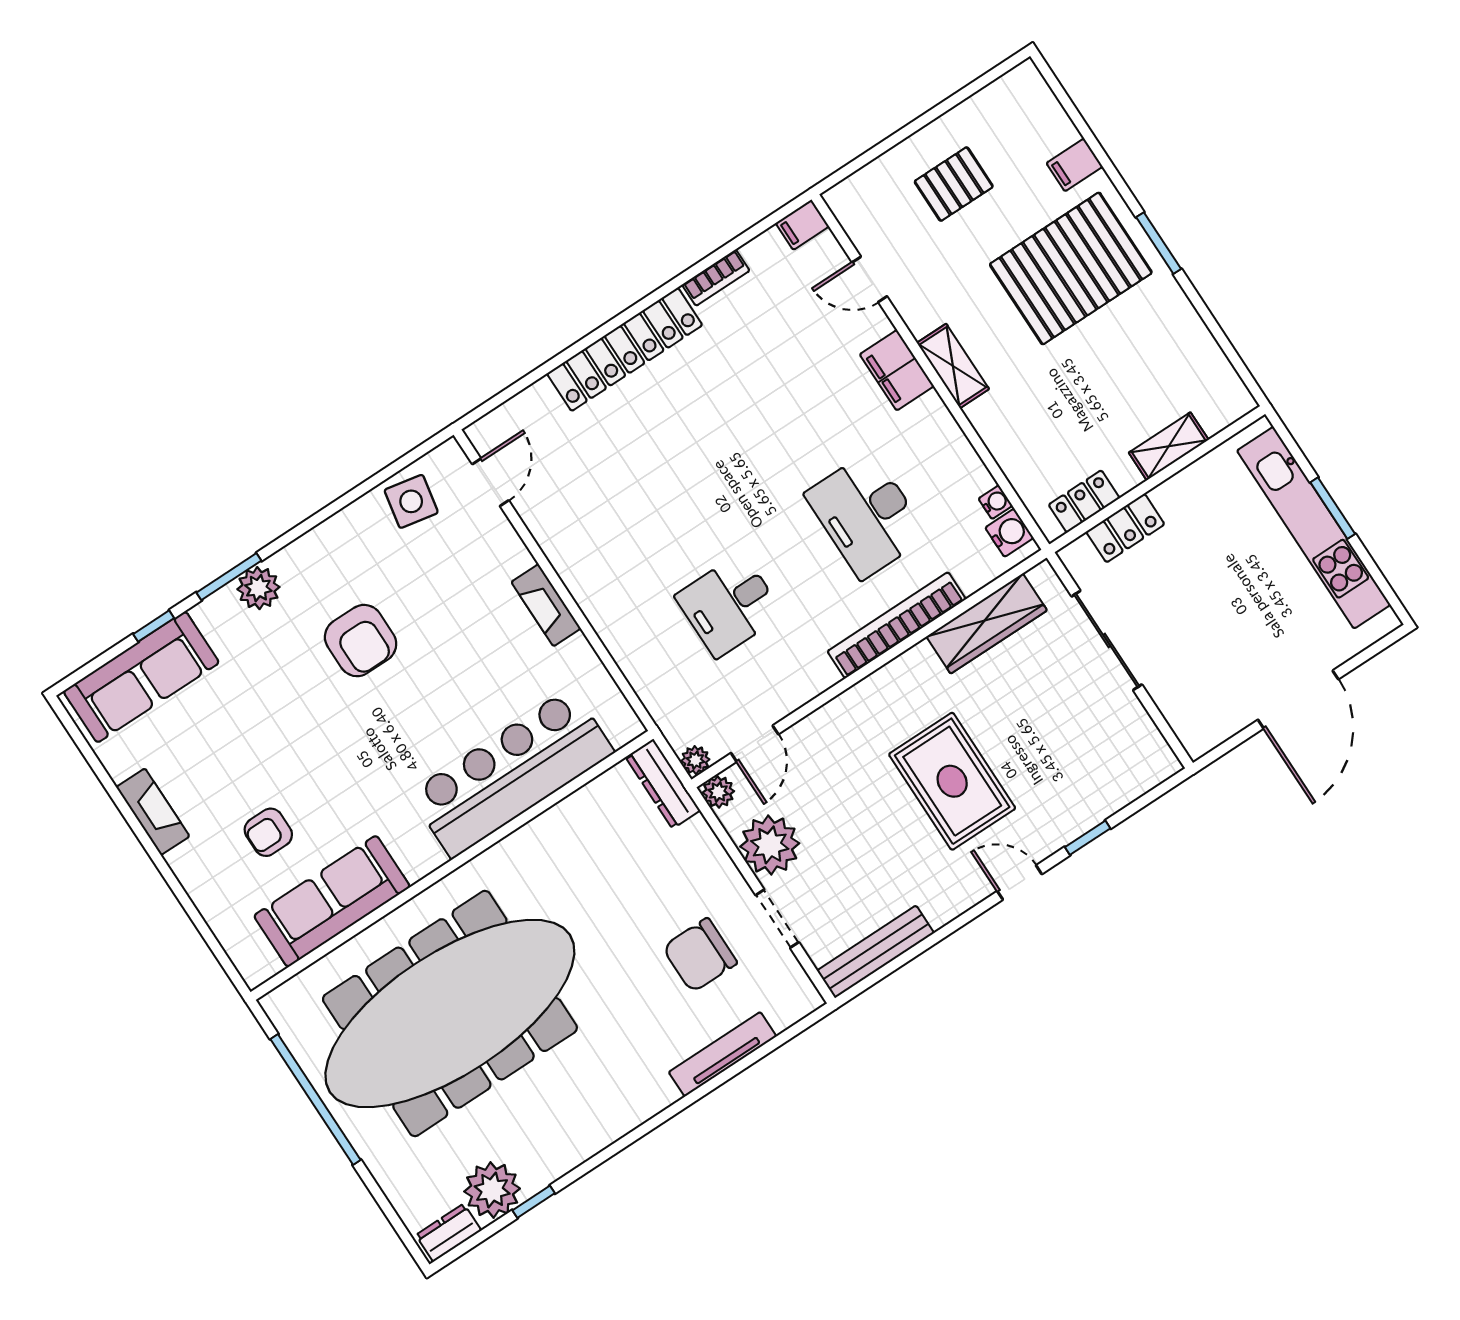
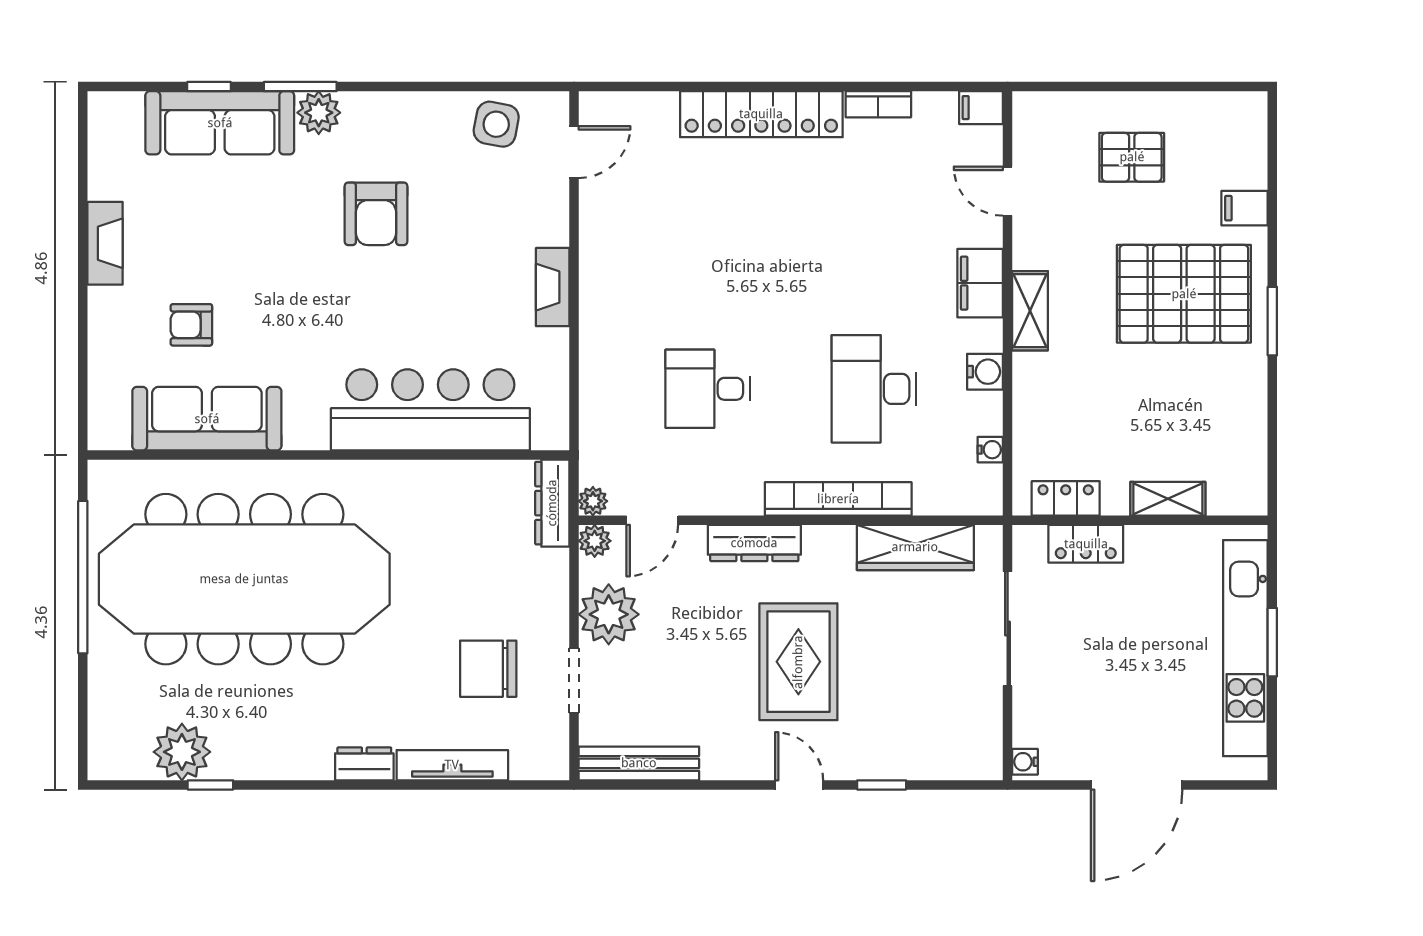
water cooler: (1009, 533) -> (985, 372), moved
sofa: (141, 677) -> (220, 123), moved
dresser: (851, 707) -> (754, 543), added
water cooler: (1193, 741) -> (1025, 762), added
dresser: (448, 1233) -> (364, 764), moved

